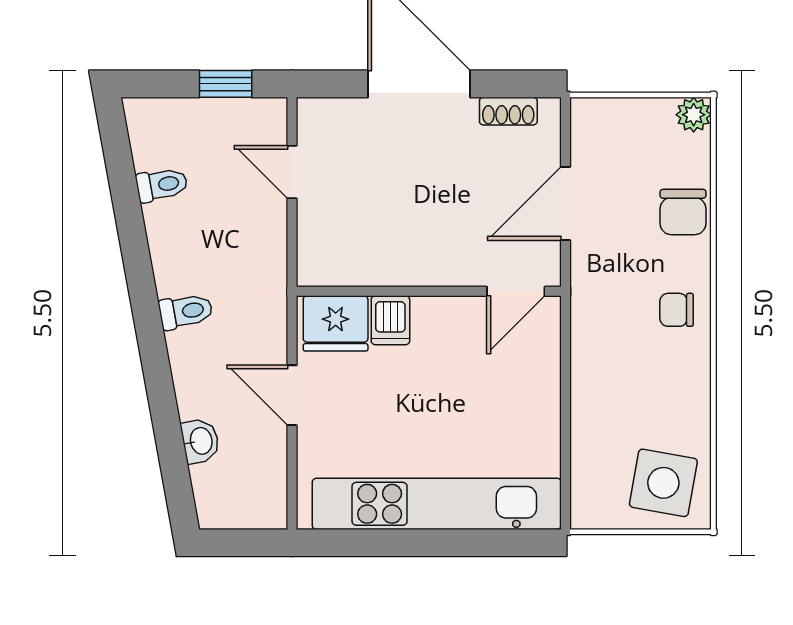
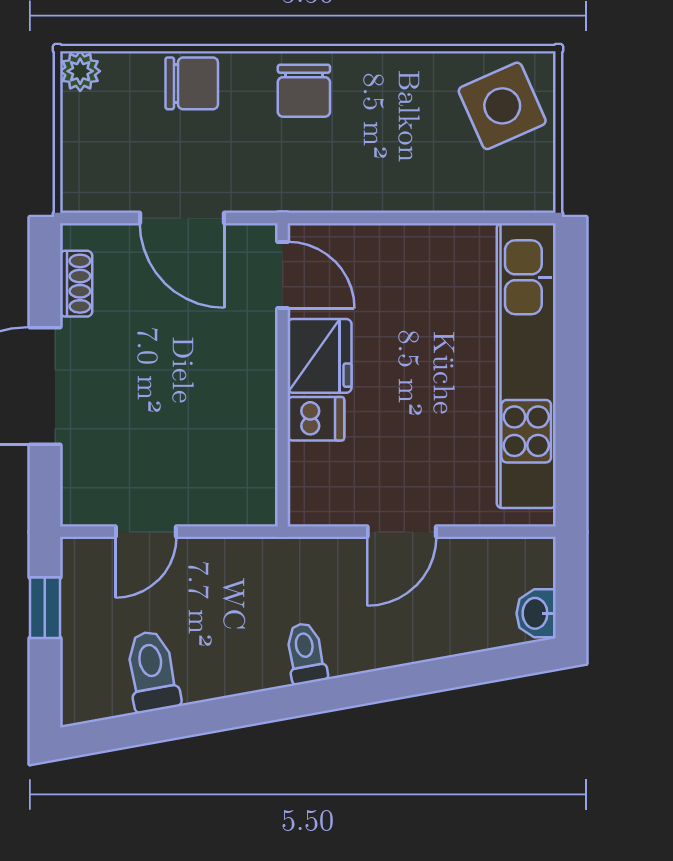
toilet: (162, 185) -> (152, 671), width x1.37, depth x1.39
chair: (677, 310) -> (304, 91), width x1.37, depth x1.37
fridge: (336, 323) -> (320, 356), moved
washbasin: (200, 441) -> (536, 613), moved, turned -80
side table: (663, 483) -> (502, 106), turned -34

